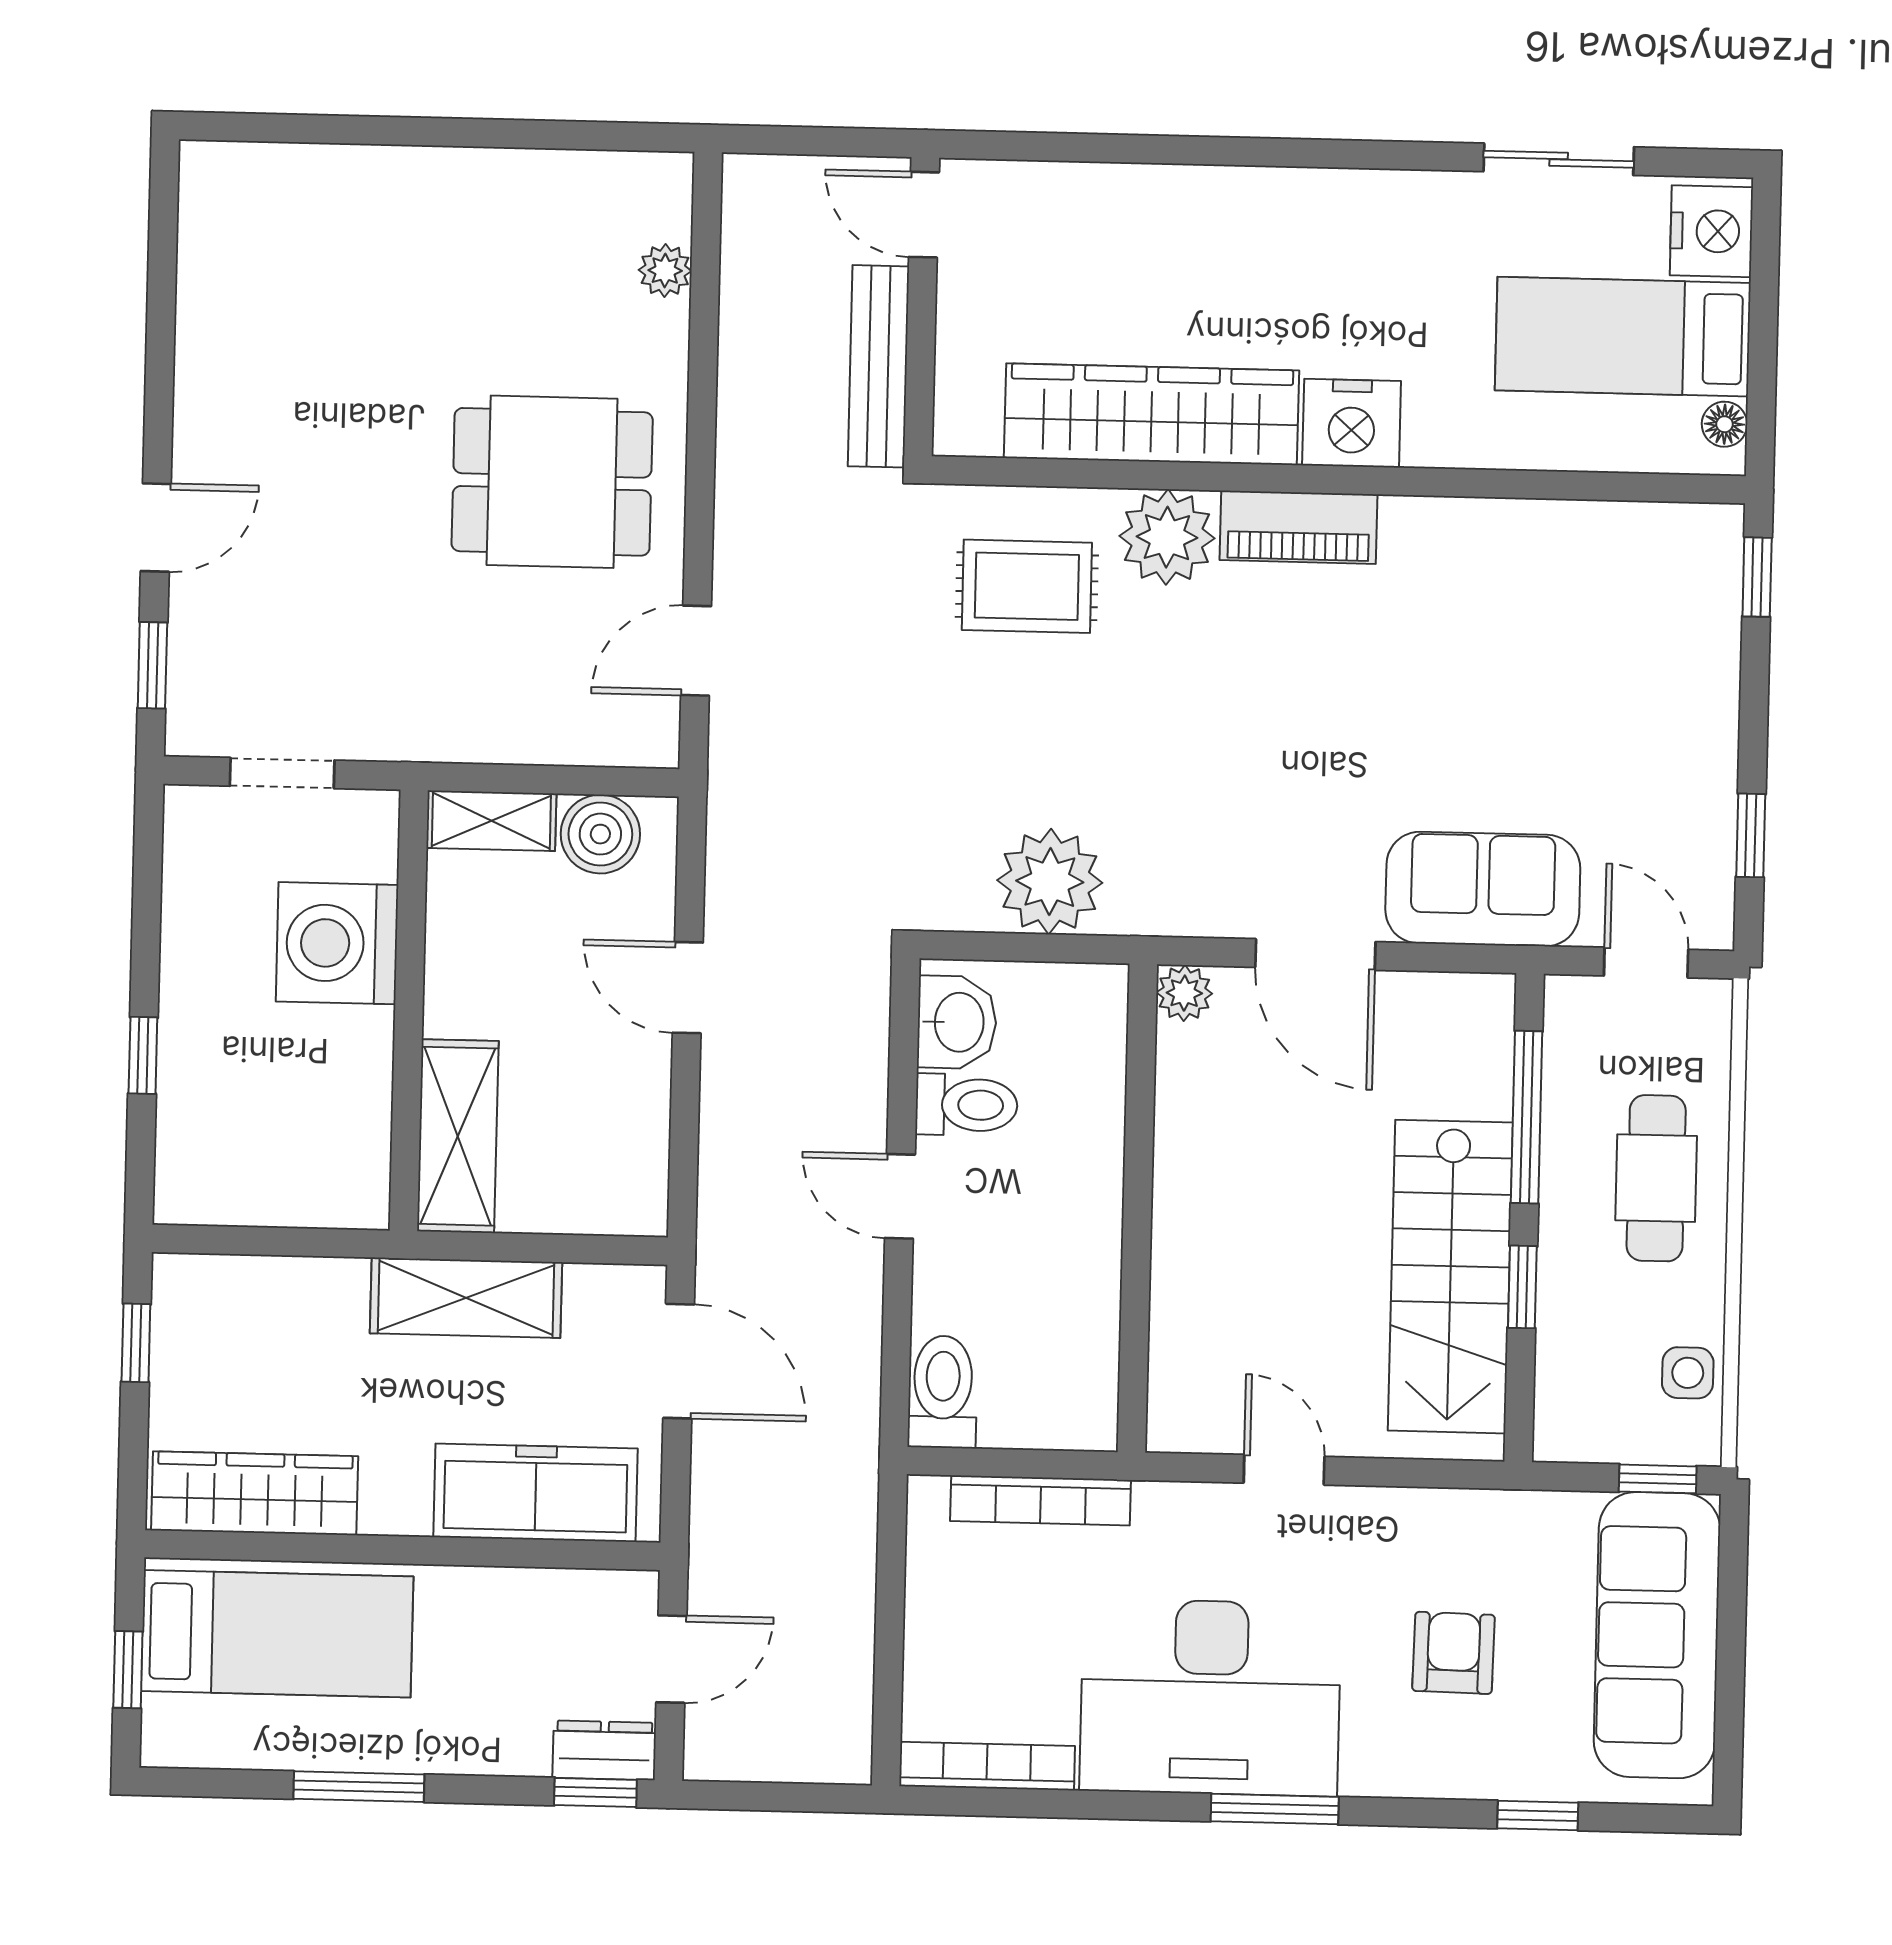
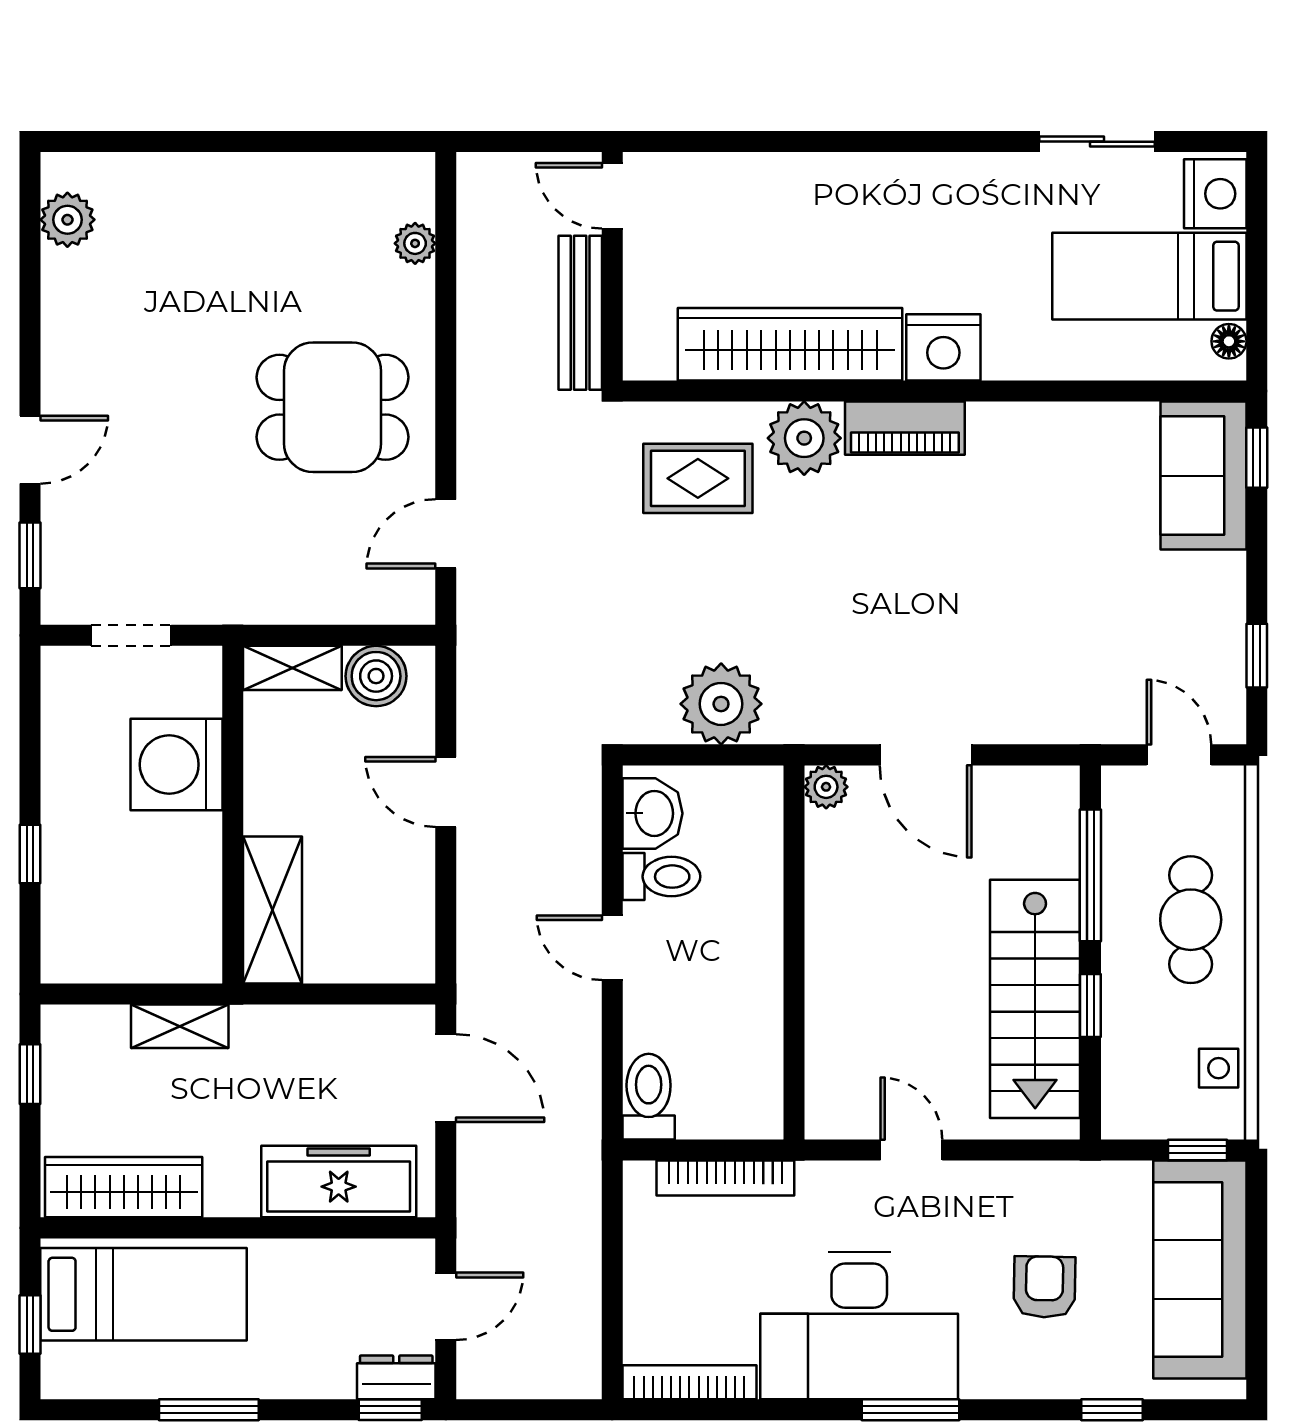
plant: (212, 228) -> (67, 220), added
sofa: (1483, 889) -> (1203, 476), moved, turned -90
shelving: (466, 1298) -> (180, 1026), moved, width x0.67, depth x0.75

